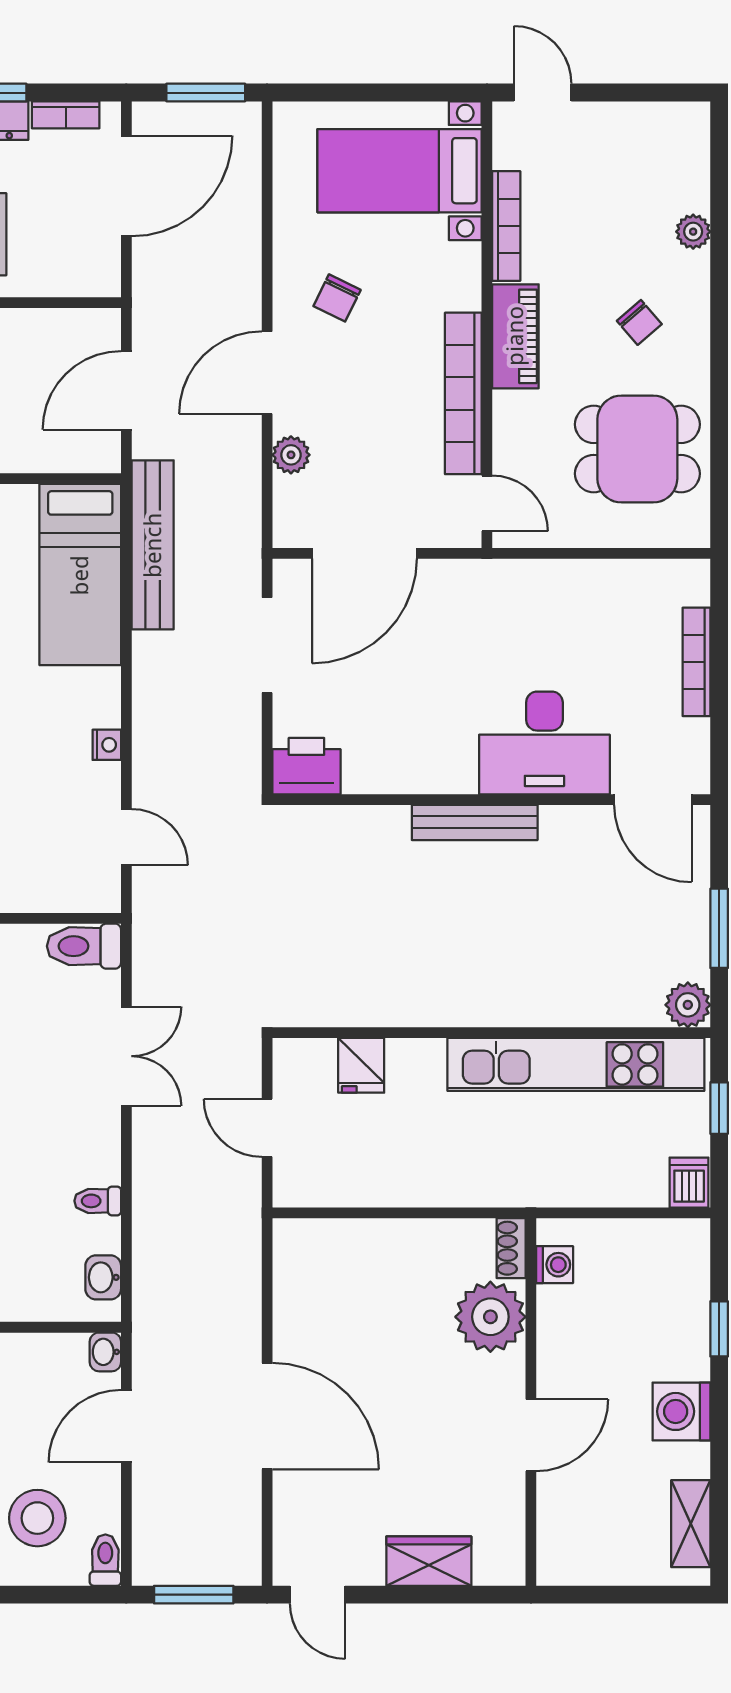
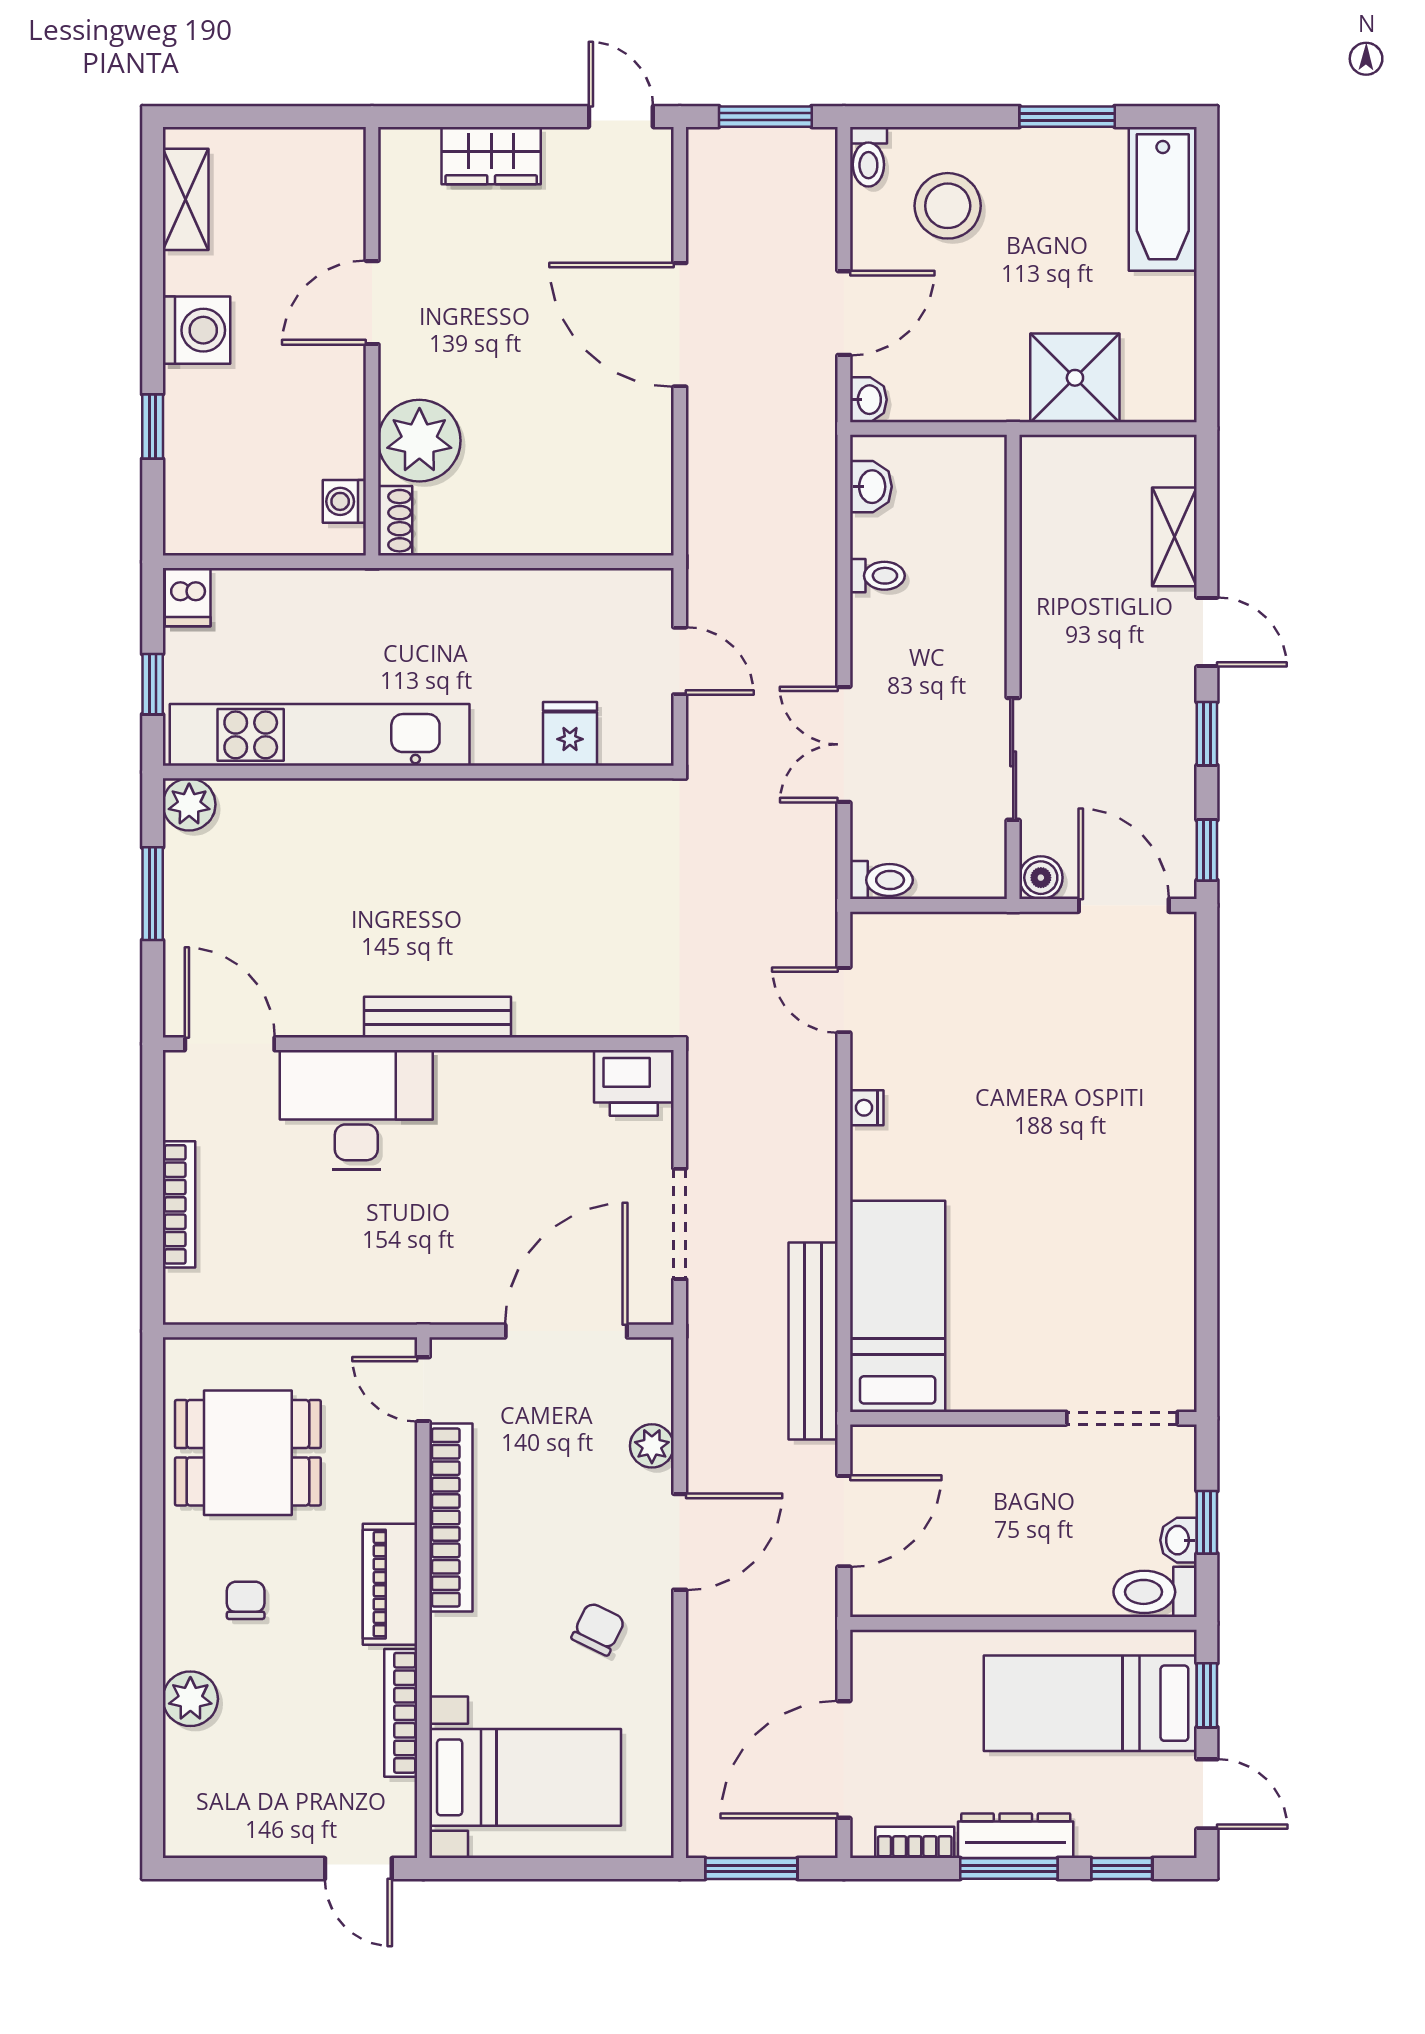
plant: (693, 232) -> (190, 1699), width x1.38, depth x1.38
chair: (639, 322) -> (246, 1600), turned 41
toilet: (84, 946) -> (881, 880), width x0.73, depth x0.72

